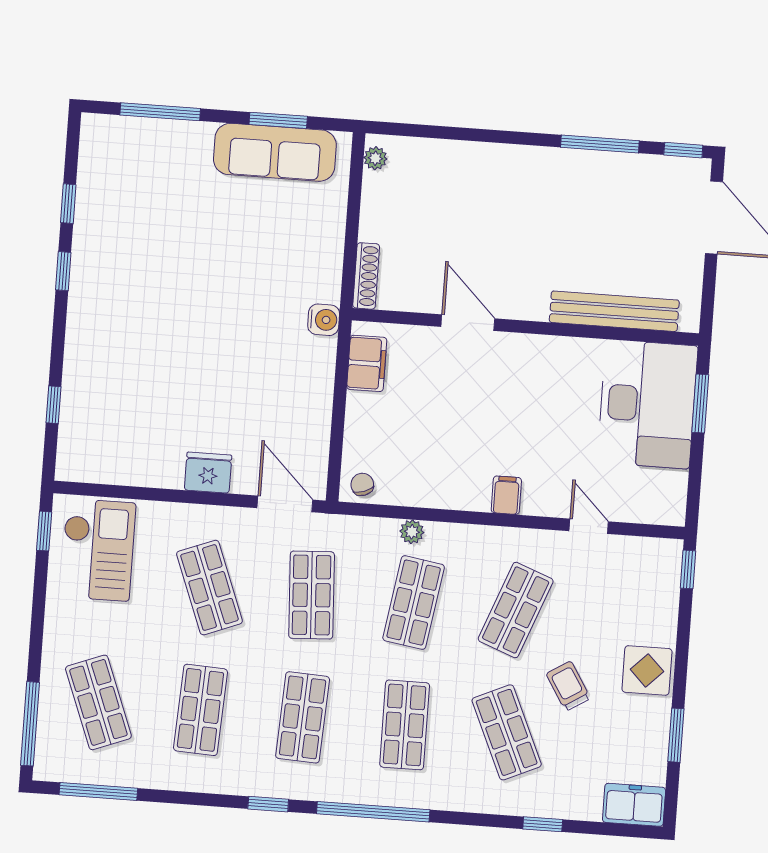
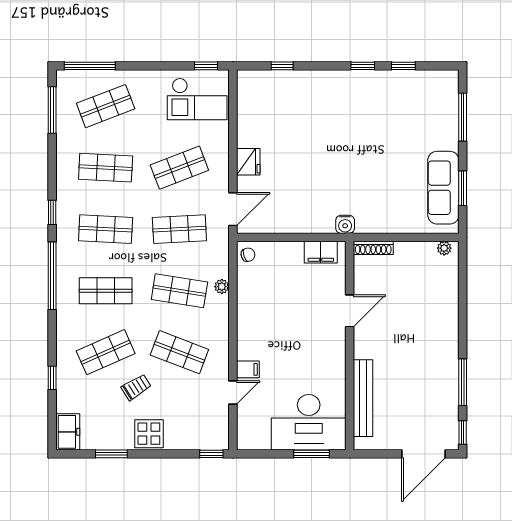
filing cabinet: (506, 495) -> (248, 369), moved

